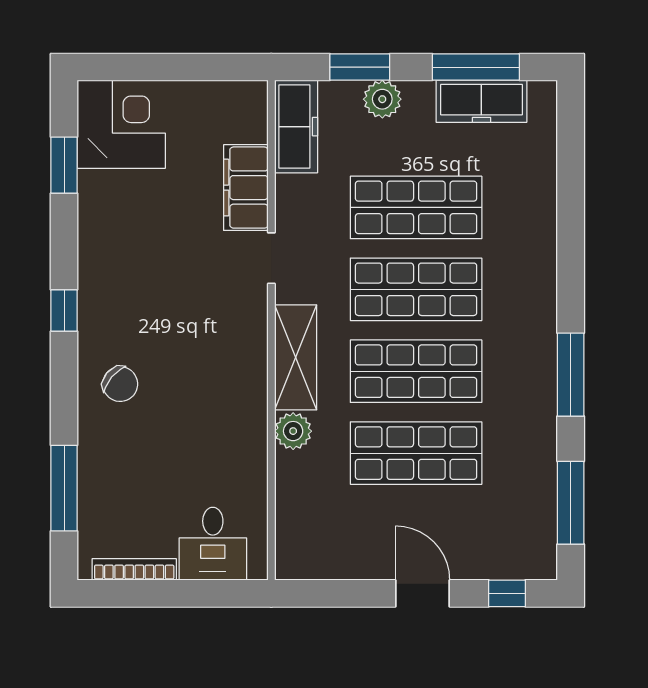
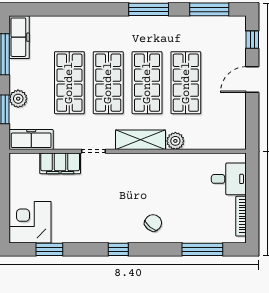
freezer: (481, 101) -> (19, 37), moved

